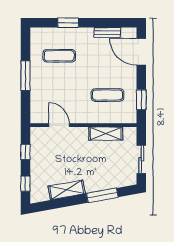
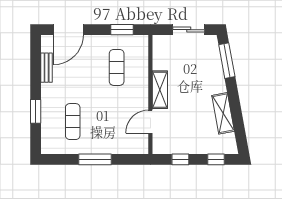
shelving: (106, 134) -> (160, 90), moved
window: (102, 195) -> (227, 61), moved

